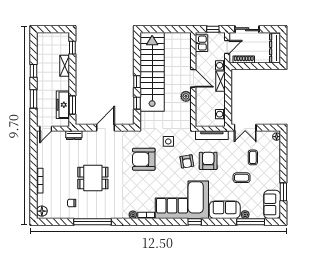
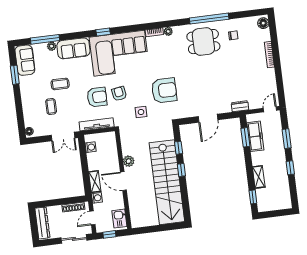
double door: (245, 128) -> (63, 137), swing flipped
armchair: (208, 161) -> (97, 97), turned -90
dining table: (93, 178) -> (203, 42), moved

